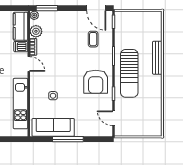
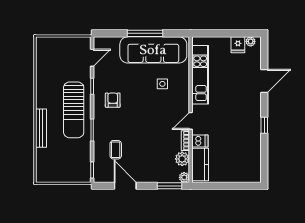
door: (96, 8) -> (125, 186), moved
door: (29, 64) -> (191, 121), hinge flipped
sun lounger: (129, 73) -> (74, 110), turned 180
armchair: (96, 82) -> (113, 100), width x0.53, depth x0.53
door: (113, 118) -> (92, 58), hinge flipped
sofa: (53, 127) -> (153, 50), width x1.36, depth x1.27

